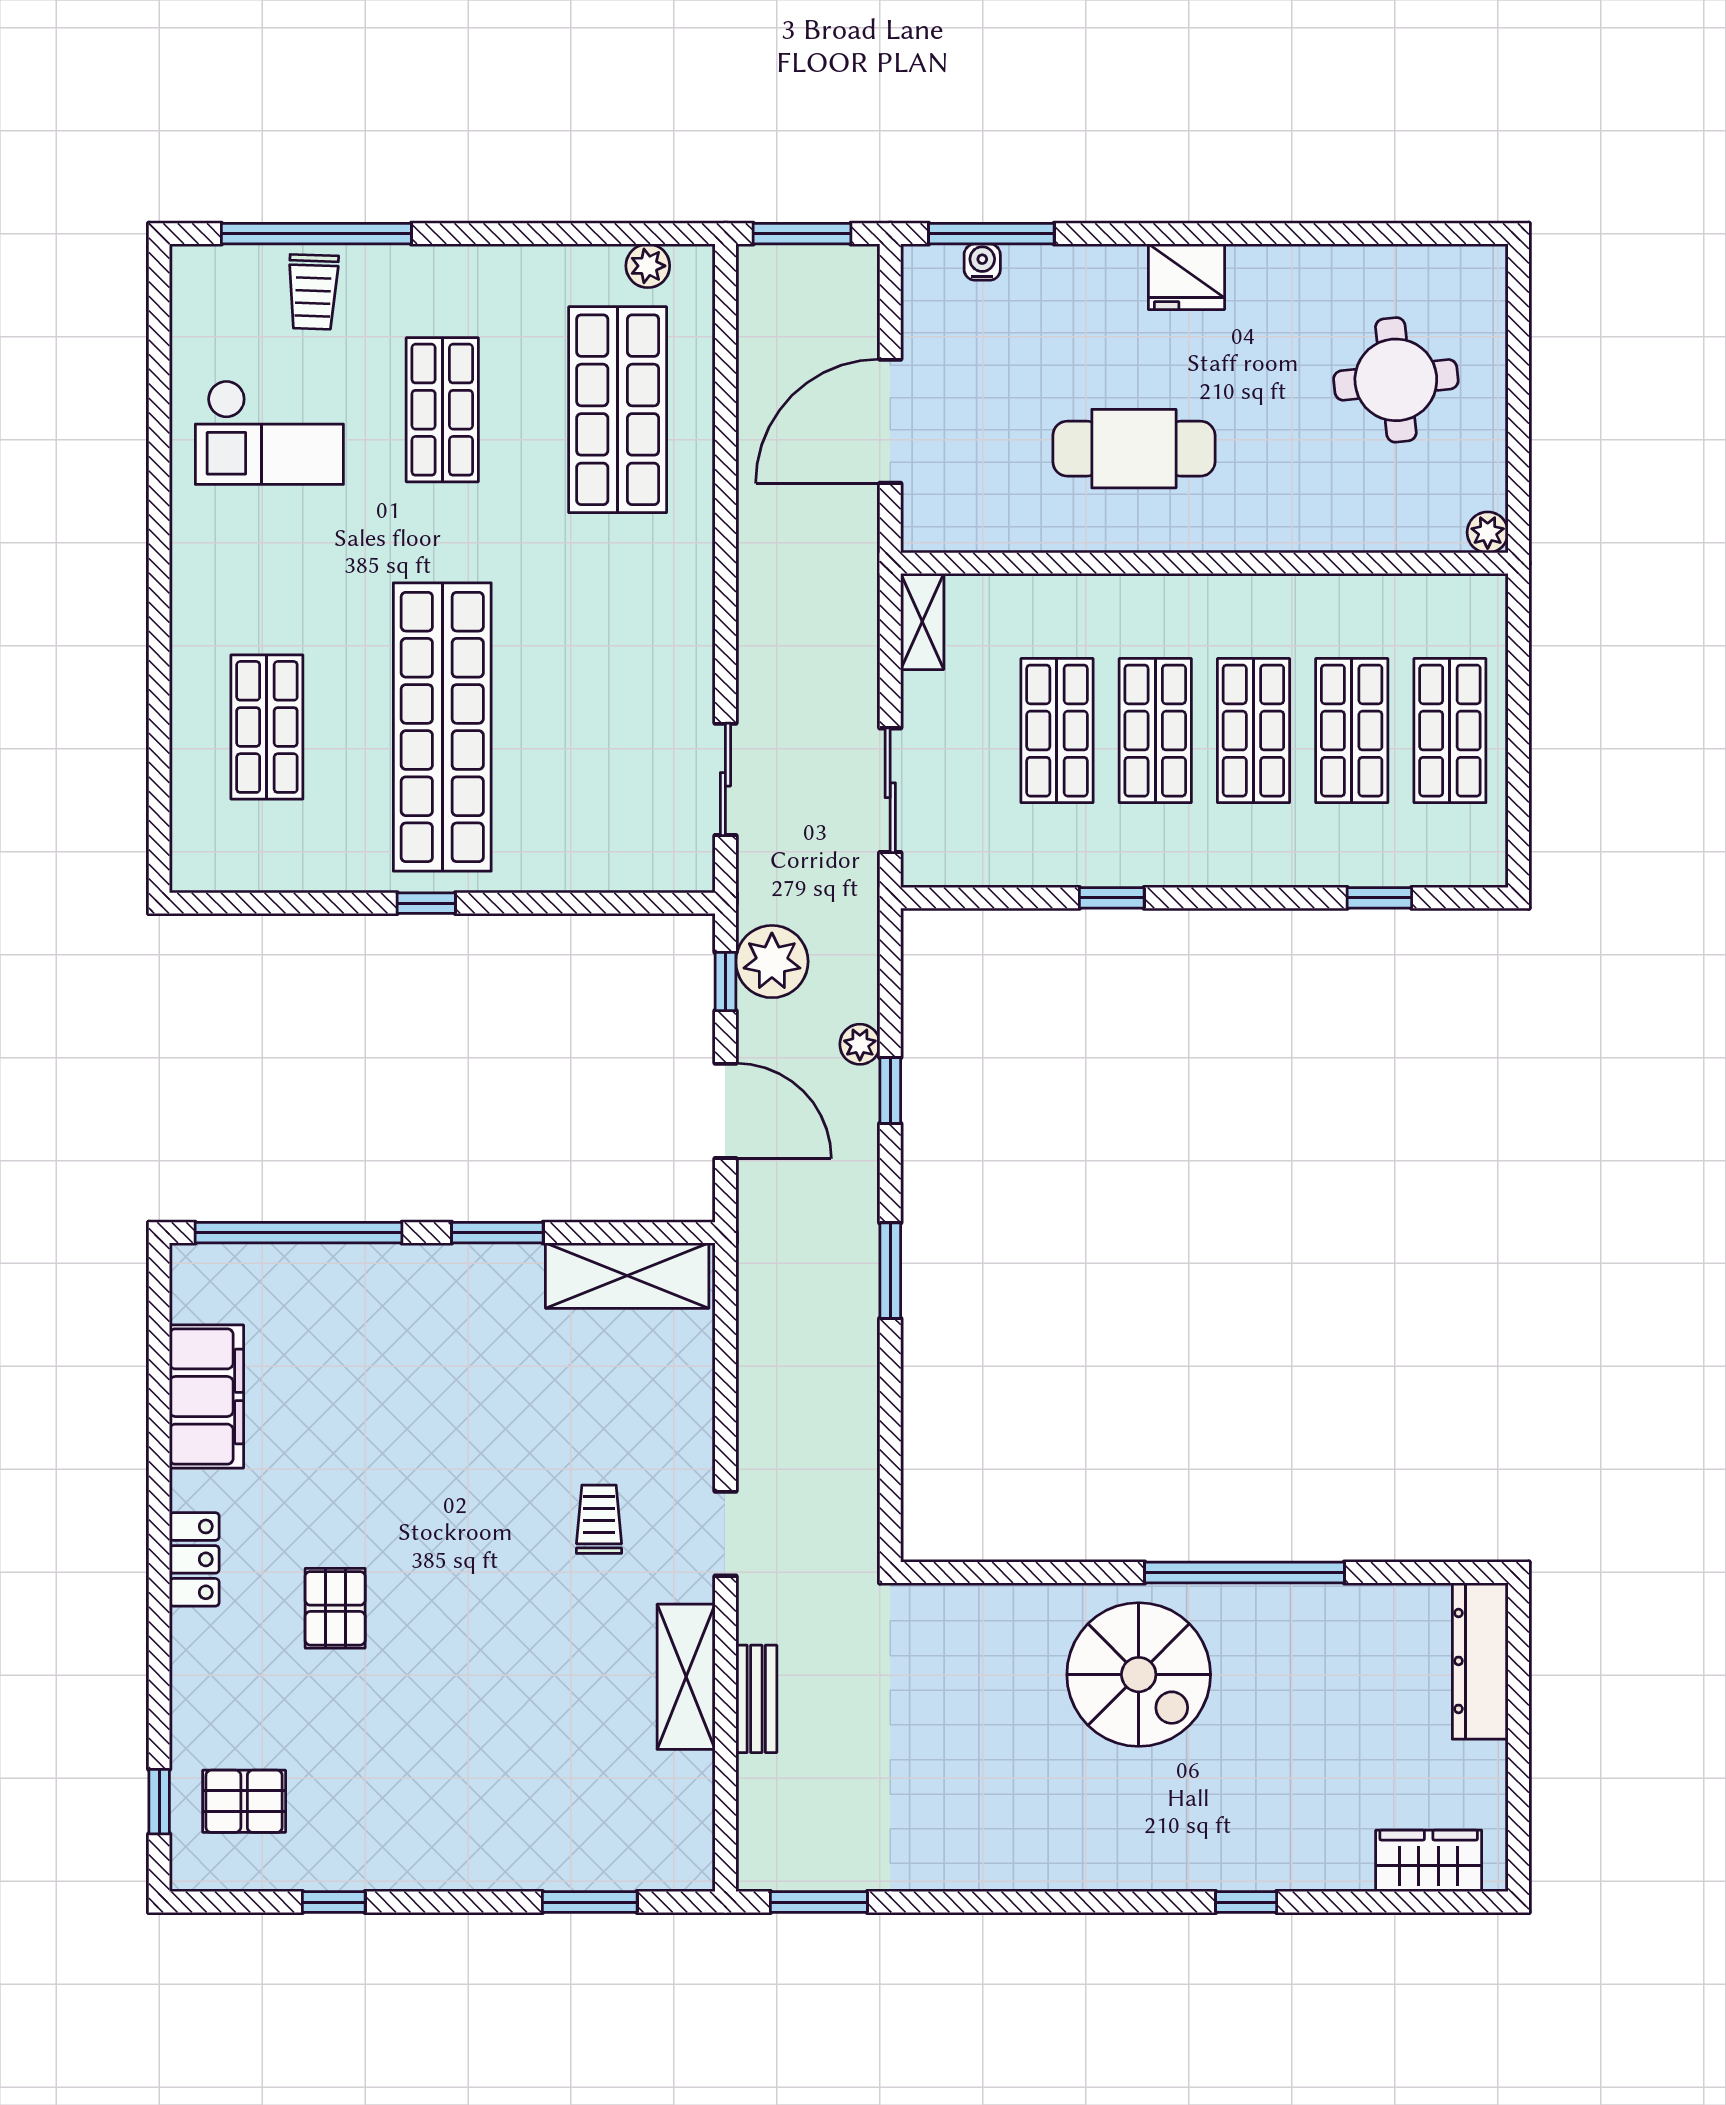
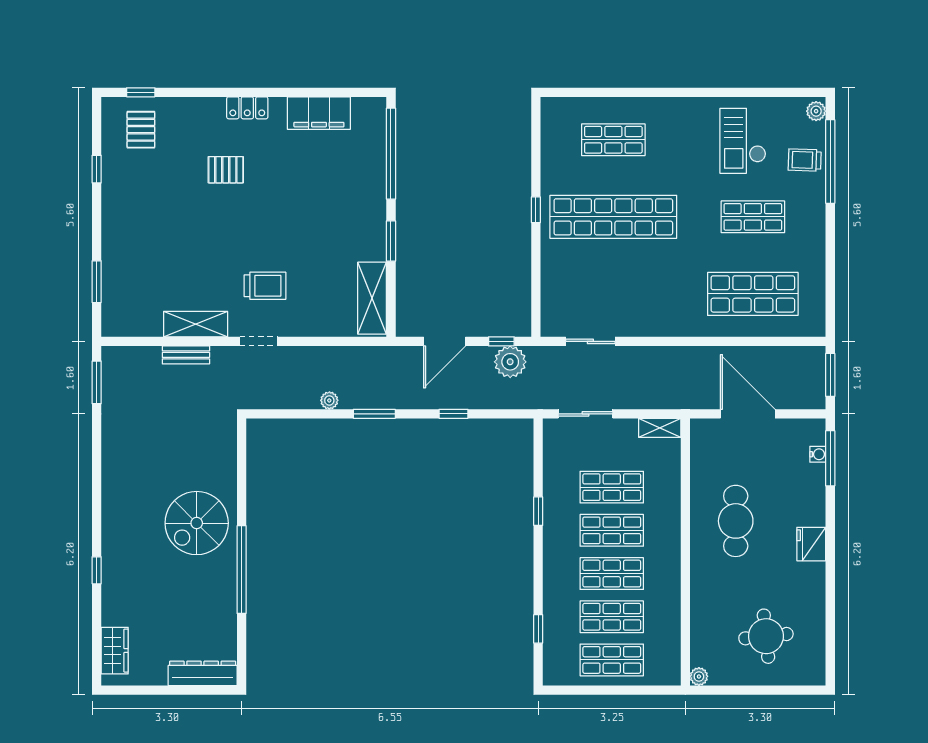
plant: (648, 266) -> (816, 111), moved
plant: (860, 1044) -> (329, 400), moved
trolley: (599, 1519) -> (265, 286), width x1.36, depth x1.39

